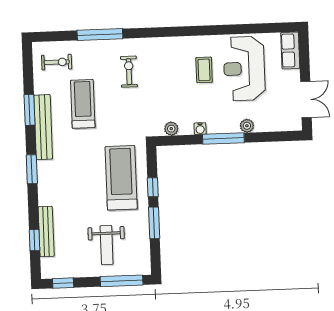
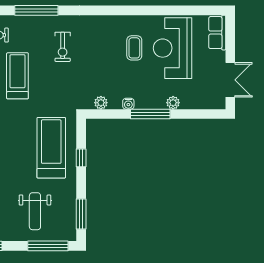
exercise bike: (129, 72) -> (63, 47), turned 180
window: (154, 223) -> (81, 214), moved

